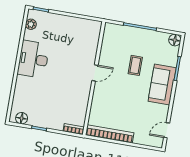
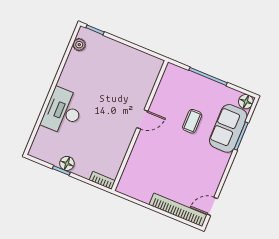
desk: (33, 59) -> (63, 111), moved
sofa: (162, 84) -> (228, 128), moved
floor lamp: (22, 118) -> (67, 163), moved
bookcase: (110, 134) -> (178, 210), moved

